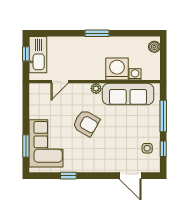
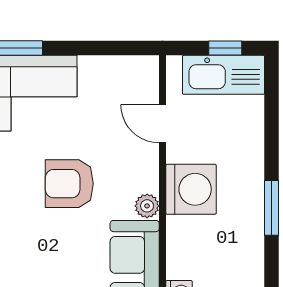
washing machine: (117, 69) -> (191, 189), moved
armchair: (86, 123) -> (69, 184), turned 60

